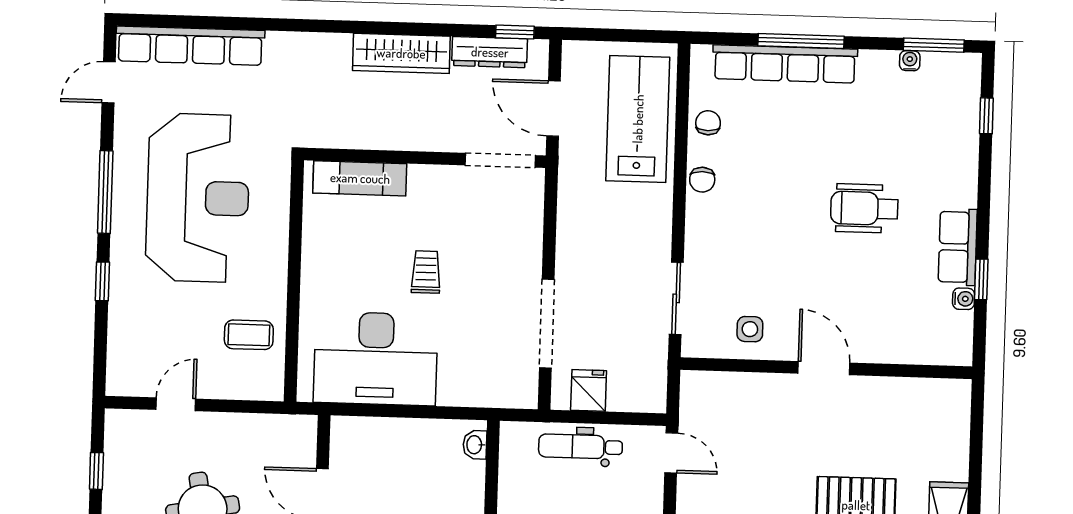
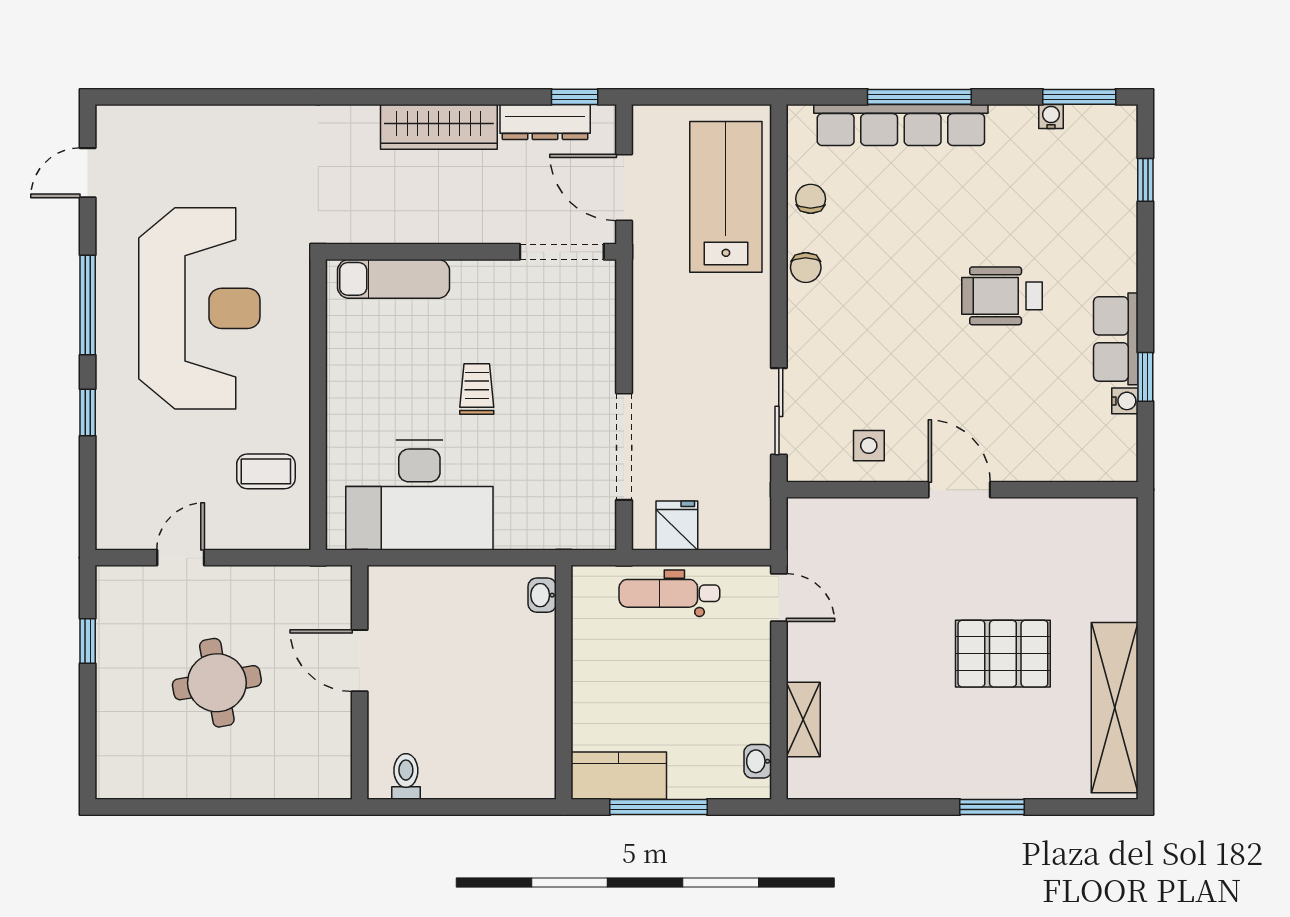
row of seats: (190, 46) -> (184, 126), removed

